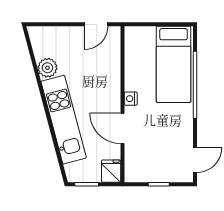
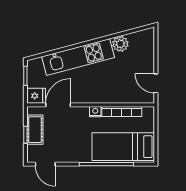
bookcase: (131, 66) -> (122, 112), added
door: (122, 128) -> (58, 105), moved
cot: (153, 173) -> (35, 130), added

